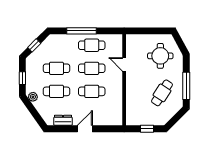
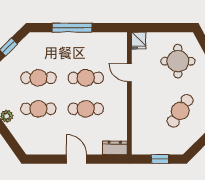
fridge: (131, 41) -> (139, 41), added
cafe table: (92, 45) -> (86, 47), removed
dresser: (63, 120) -> (115, 148), moved
door: (85, 129) -> (76, 159), hinge flipped

